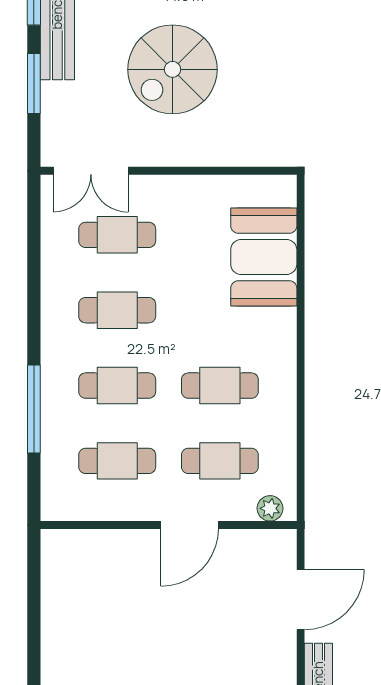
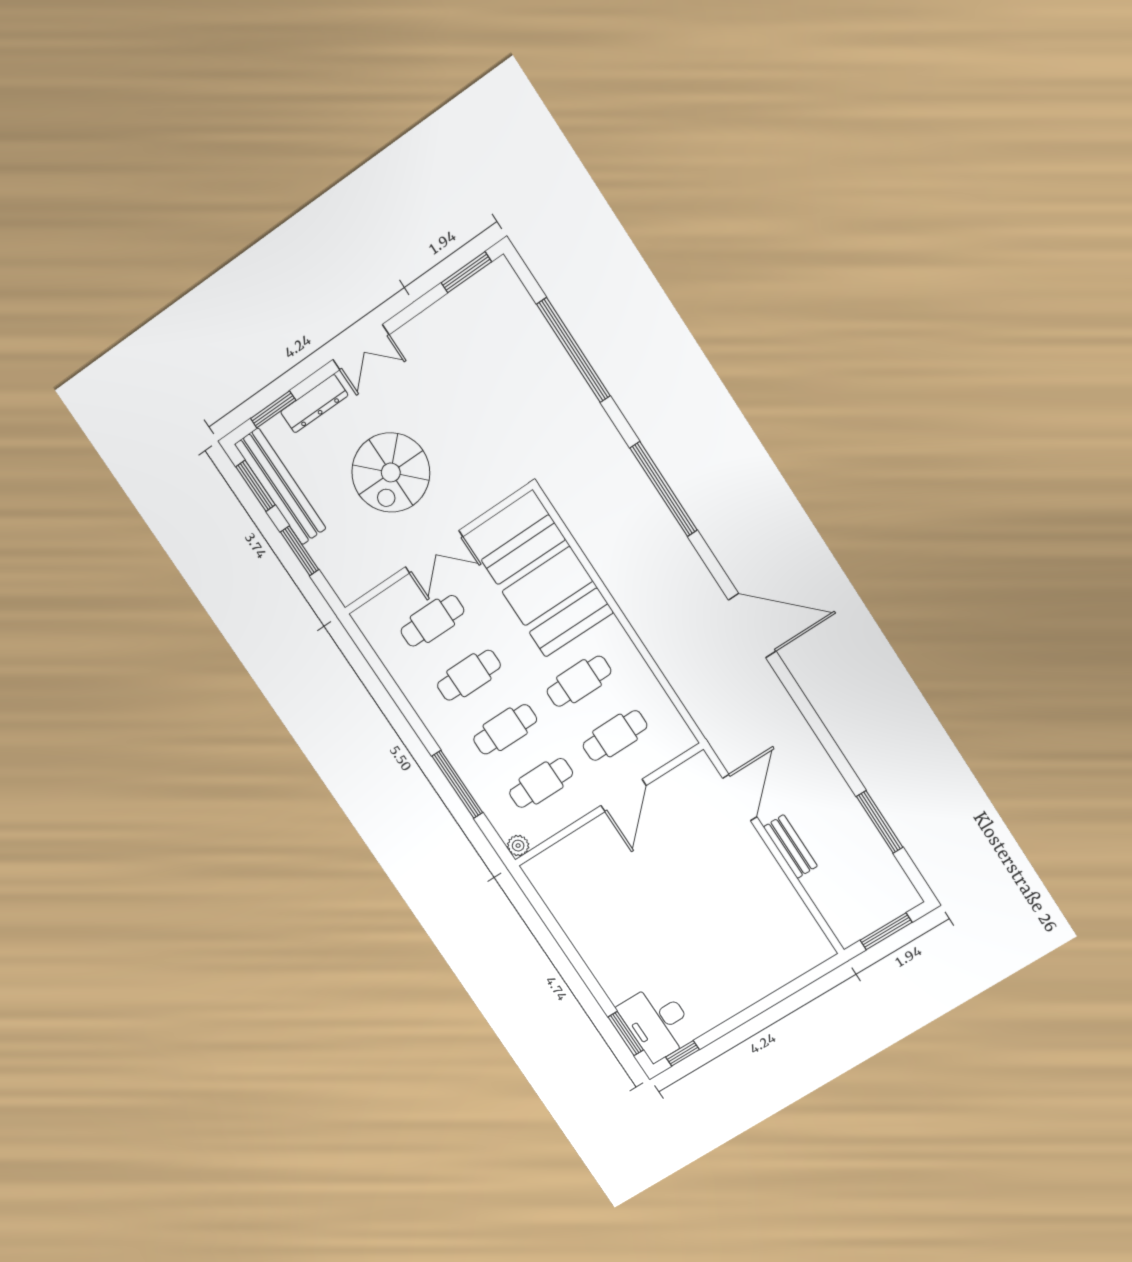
double door: (91, 171) -> (434, 552), moved
booth: (264, 257) -> (547, 586), width x1.36, depth x1.42
plant: (270, 508) -> (518, 846), moved

